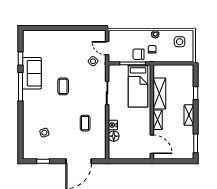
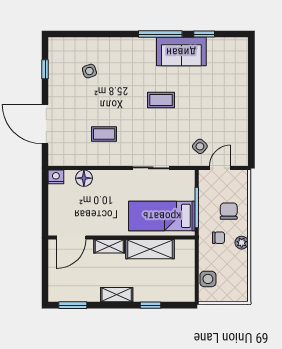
side table: (180, 42) -> (208, 279), moved
chair: (138, 54) -> (229, 211), moved
nightstand: (113, 125) -> (56, 177), moved

